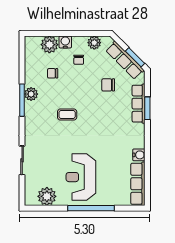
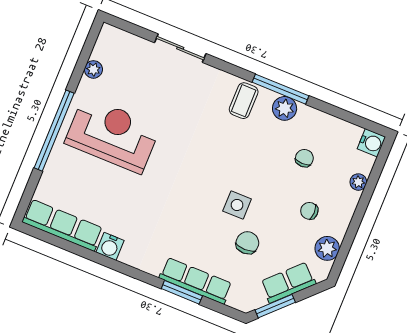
water cooler: (65, 42) -> (371, 143), moved
plant: (49, 45) -> (358, 182), width x0.53, depth x0.53
row of seats: (125, 60) -> (288, 283), width x0.68
side table: (91, 98) -> (237, 205), added
coffee table: (67, 114) -> (244, 101), moved
plant: (47, 196) -> (93, 69), width x0.53, depth x0.53

